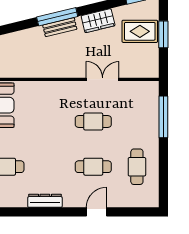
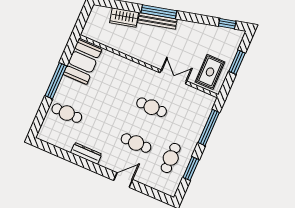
wardrobe: (98, 21) -> (124, 18), moved
bench: (60, 27) -> (157, 21), width x1.36
rug: (140, 31) -> (210, 72), moved, turned 90
window: (163, 169) -> (191, 169), added

